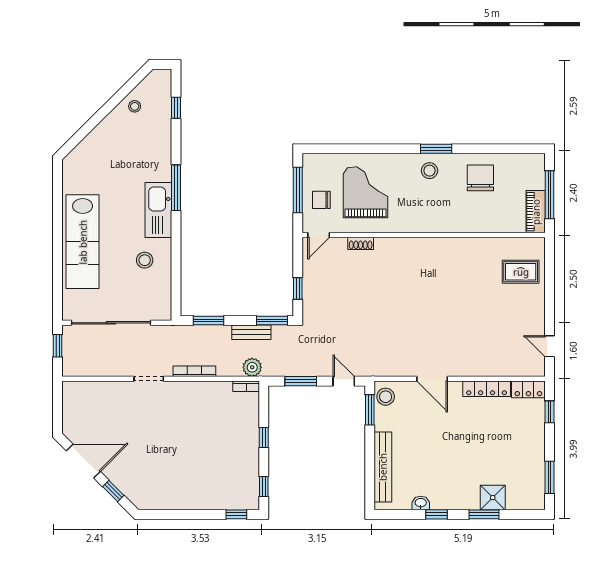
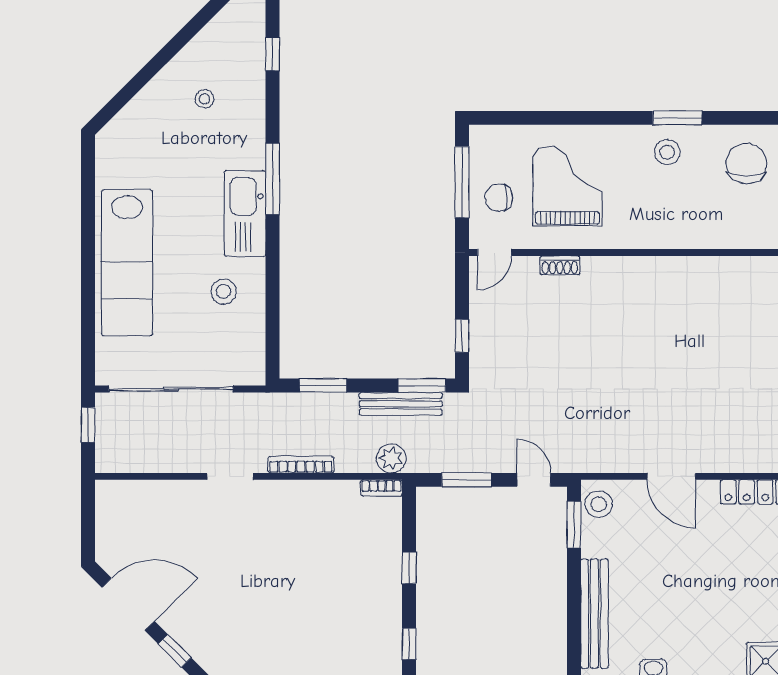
stool: (135, 106) -> (205, 99), moved
bench: (251, 332) -> (401, 404), width x1.36

